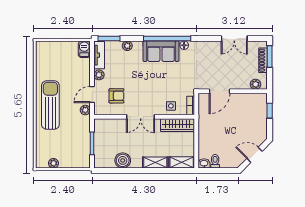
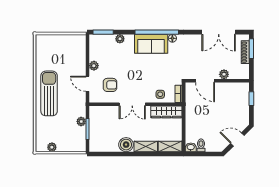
double door: (234, 38) -> (219, 32), width x1.37
barbecue: (84, 49) -> (80, 42), removed
tv unit: (99, 55) -> (94, 47), removed
plant: (255, 84) -> (224, 74), moved
door: (220, 91) -> (205, 81), hinge flipped
door: (92, 95) -> (87, 84), hinge flipped
plant: (85, 110) -> (81, 121), moved
boiler: (123, 160) -> (126, 145), moved

